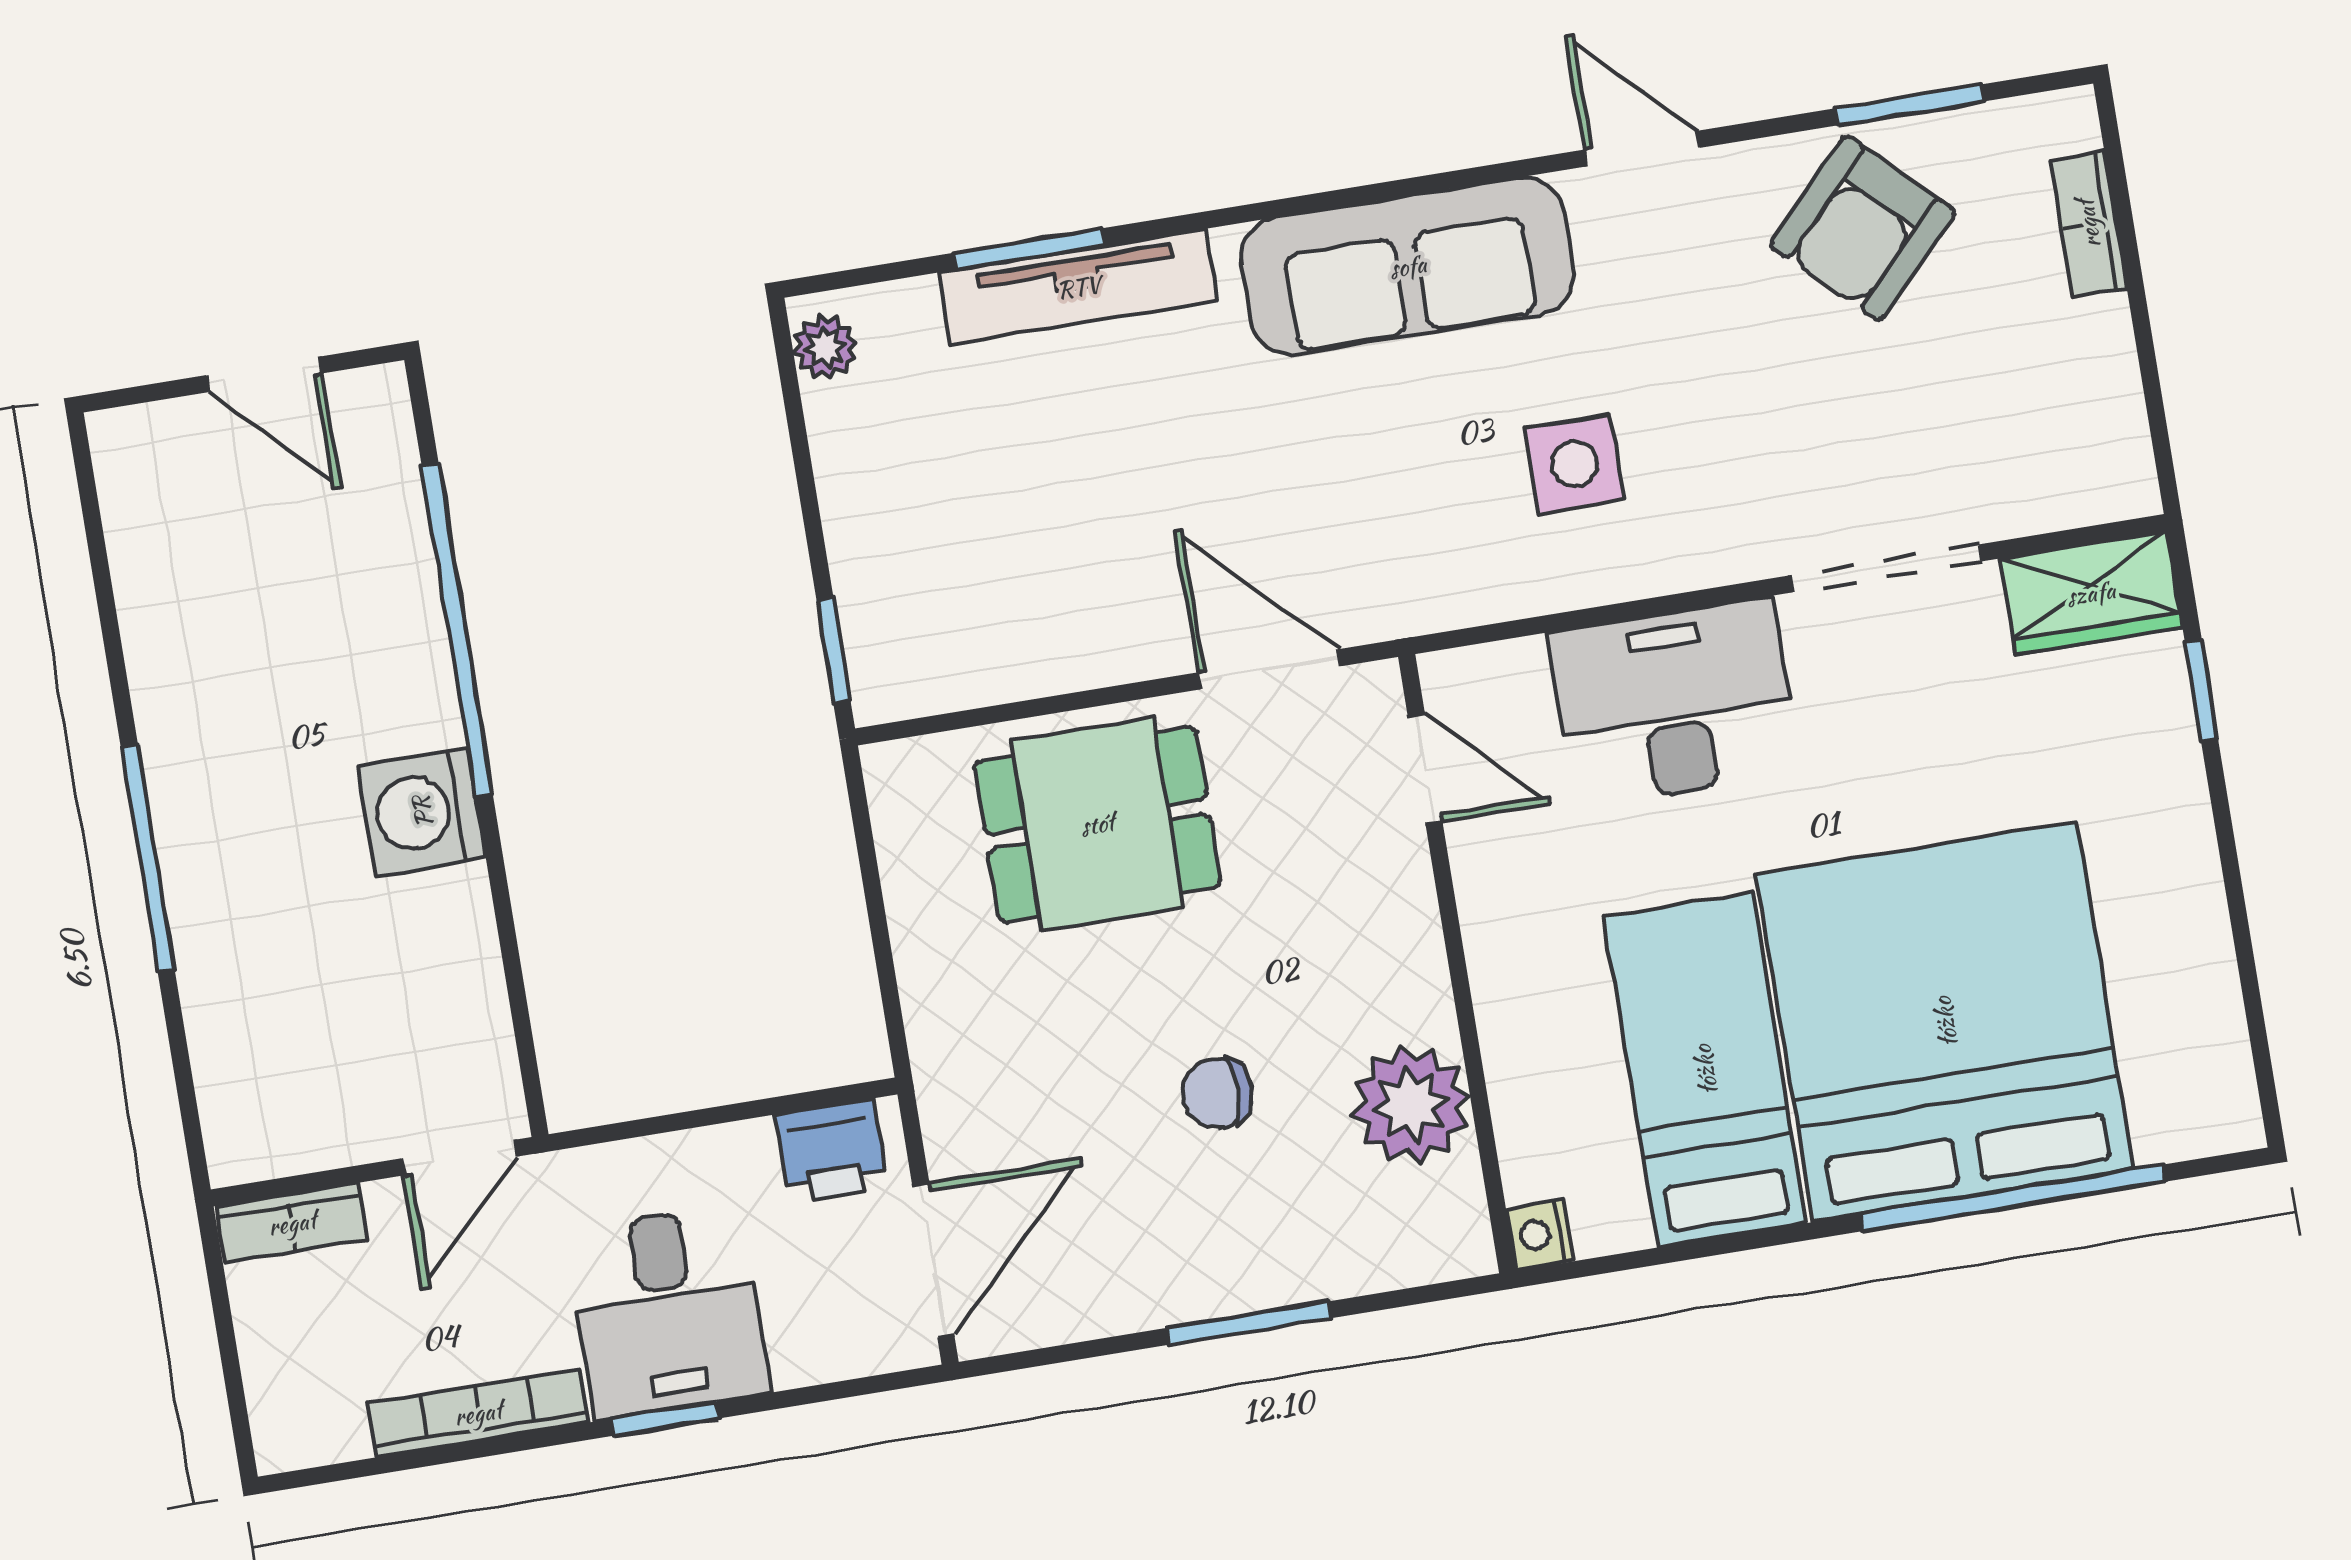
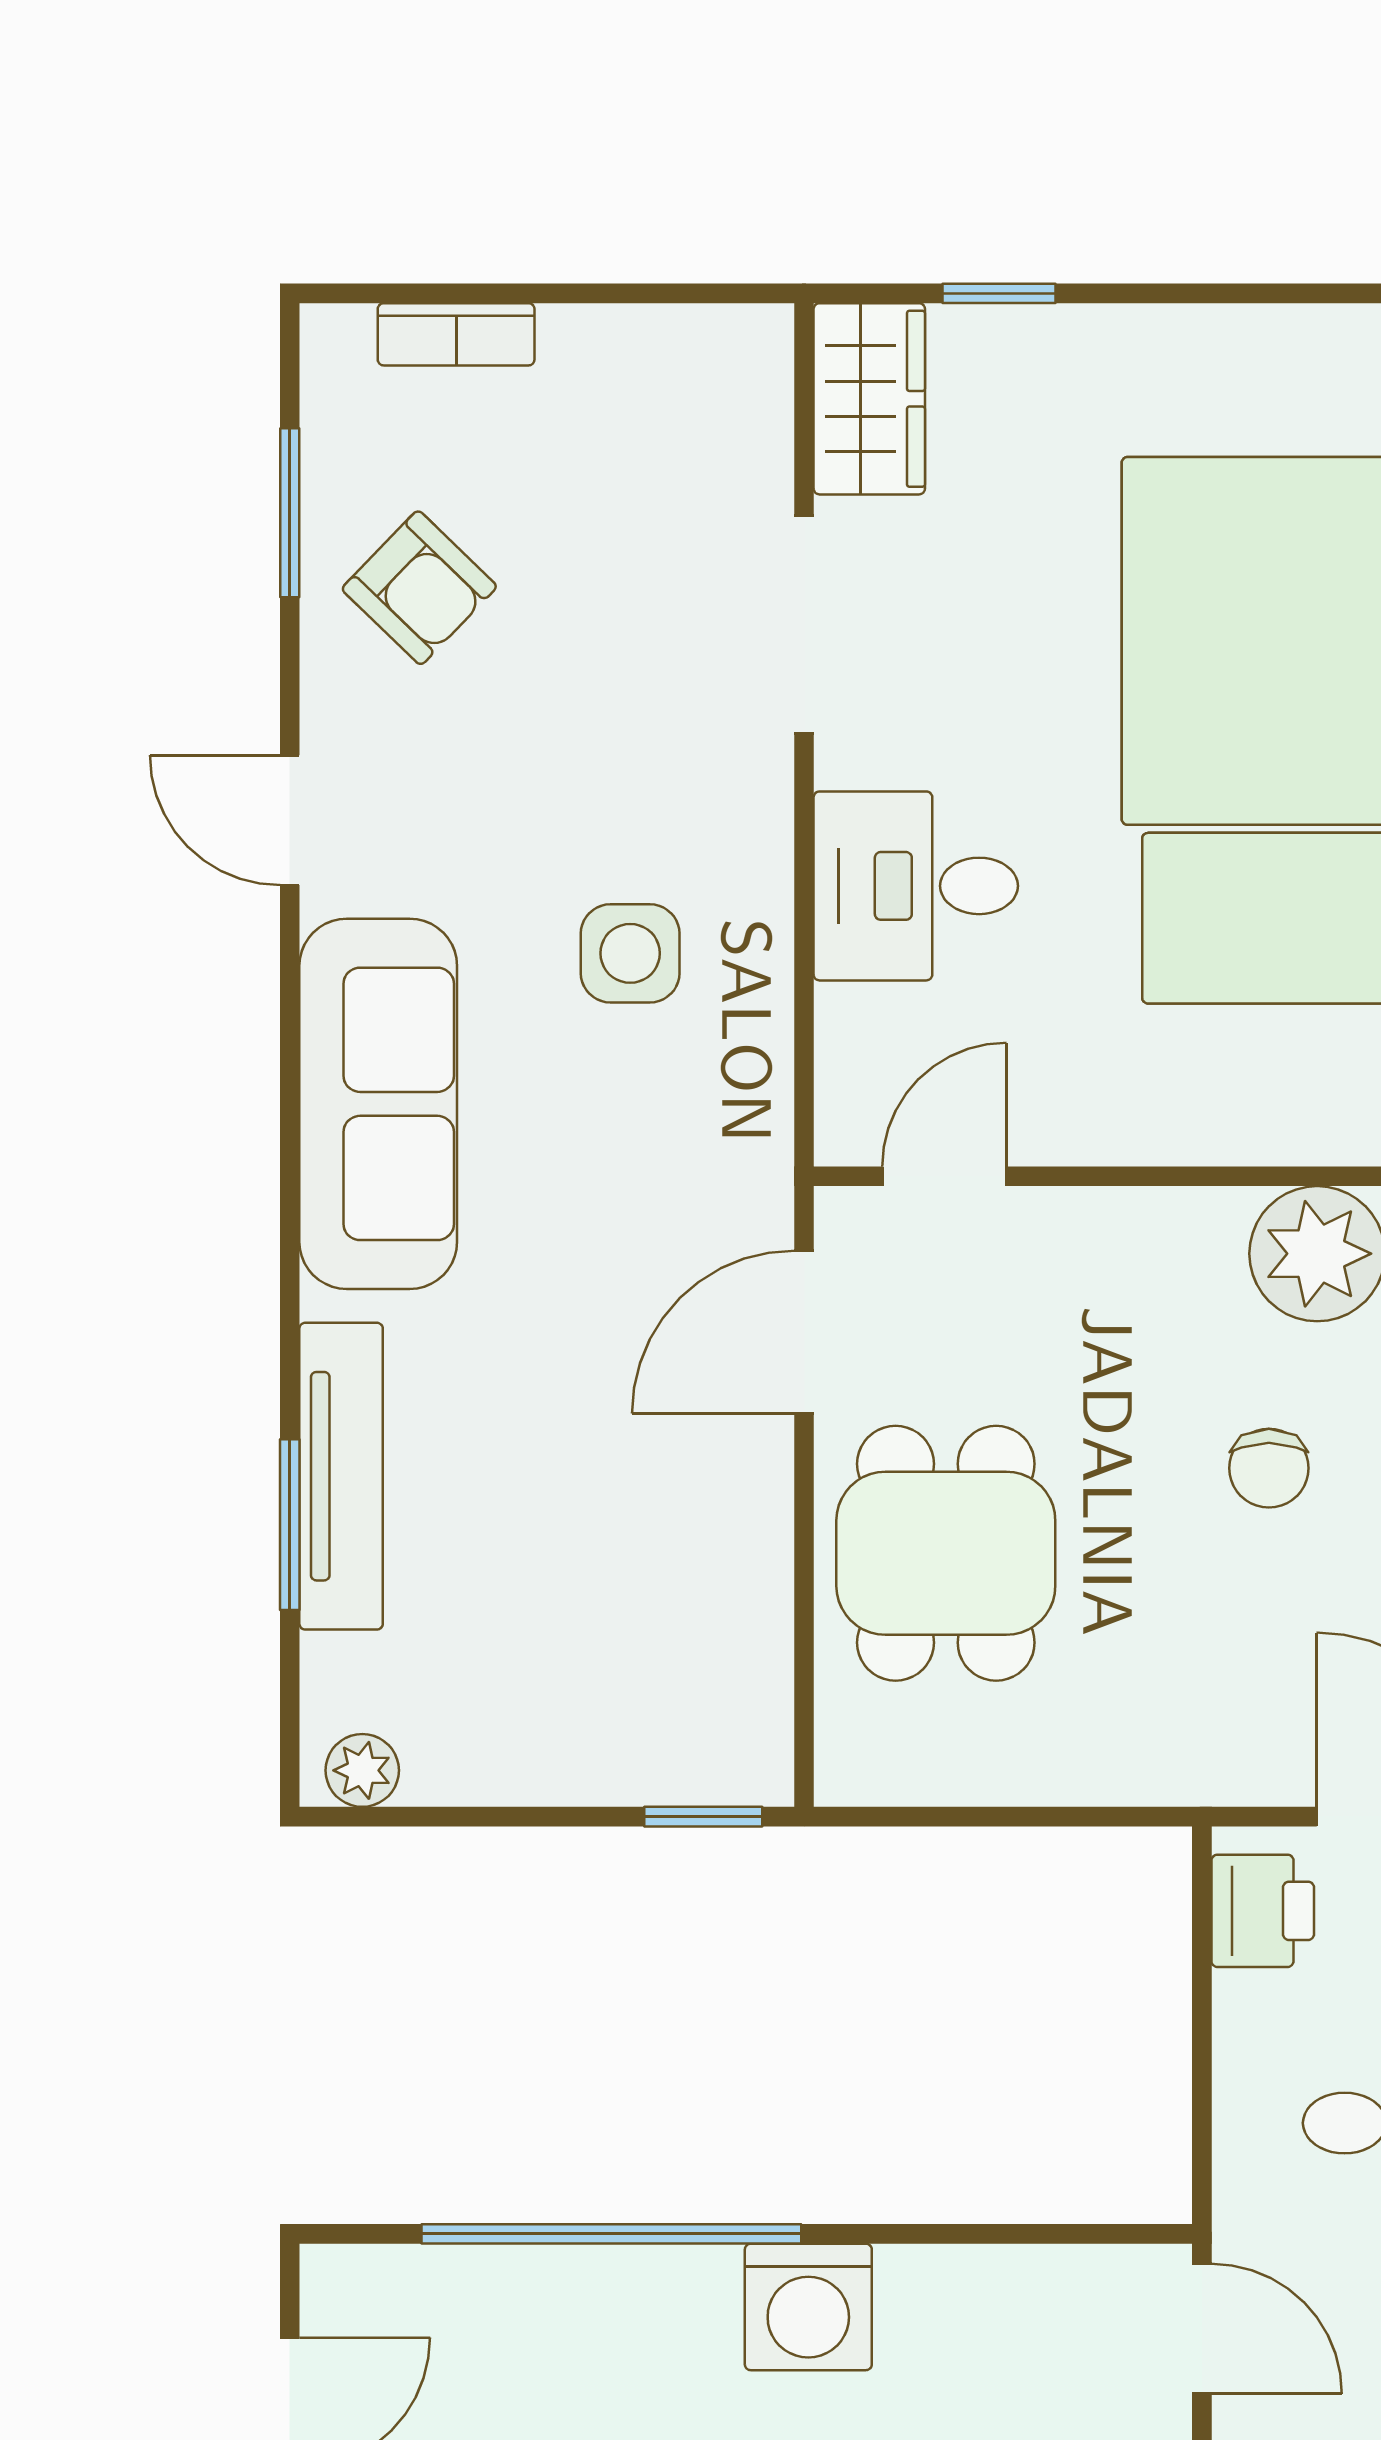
door: (1642, 149) -> (290, 820), hinge flipped
armchair: (1863, 228) -> (419, 588), width x0.72, depth x0.72
desk: (1674, 703) -> (916, 886), width x0.73

